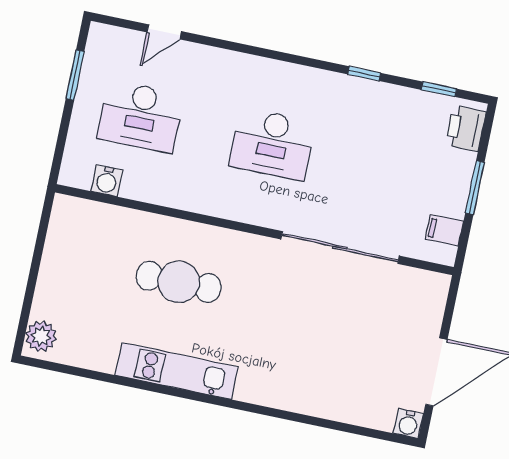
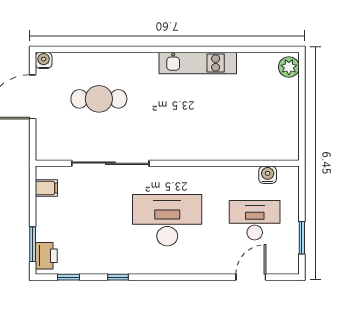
door: (164, 32) -> (251, 277), width x1.38
desk: (272, 144) -> (167, 220), width x1.36, depth x1.30
window: (475, 188) -> (33, 244), moved
cafe table: (179, 282) -> (99, 99), moved

